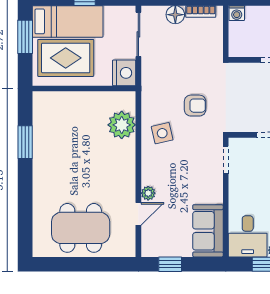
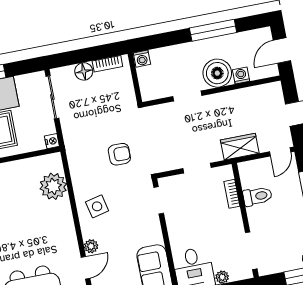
nightstand: (124, 73) -> (52, 141), width x0.53, depth x0.56
side table: (162, 133) -> (97, 206), moved

